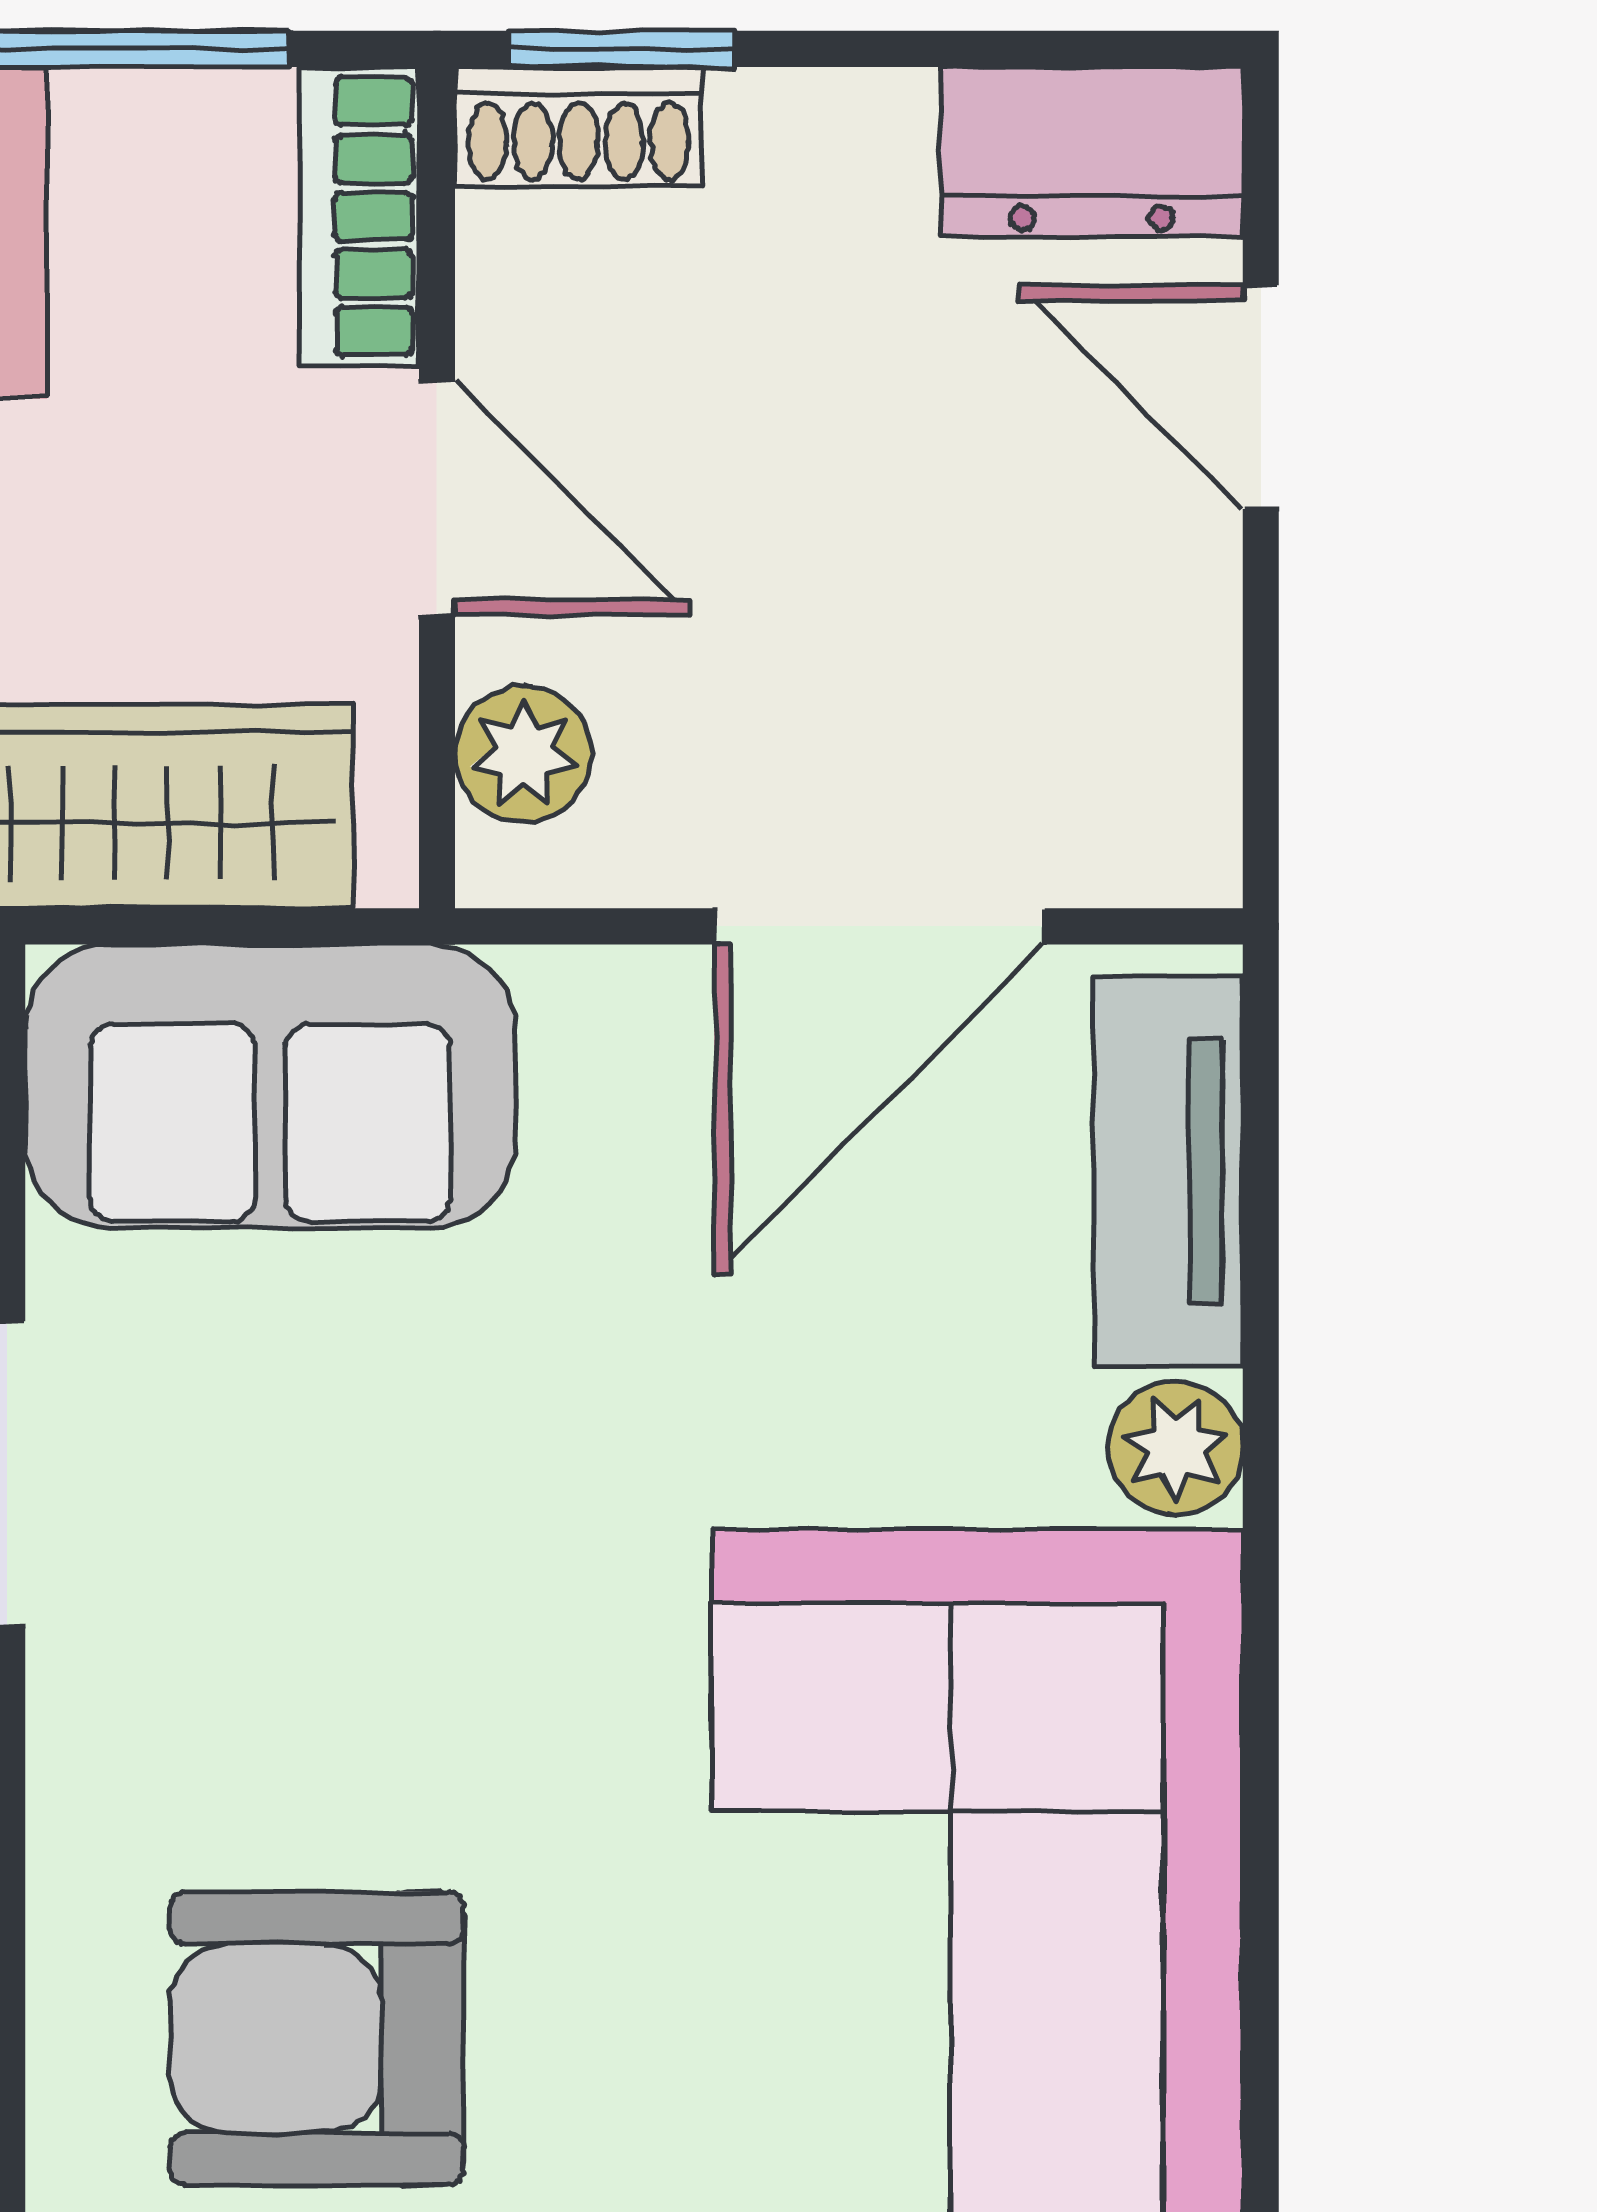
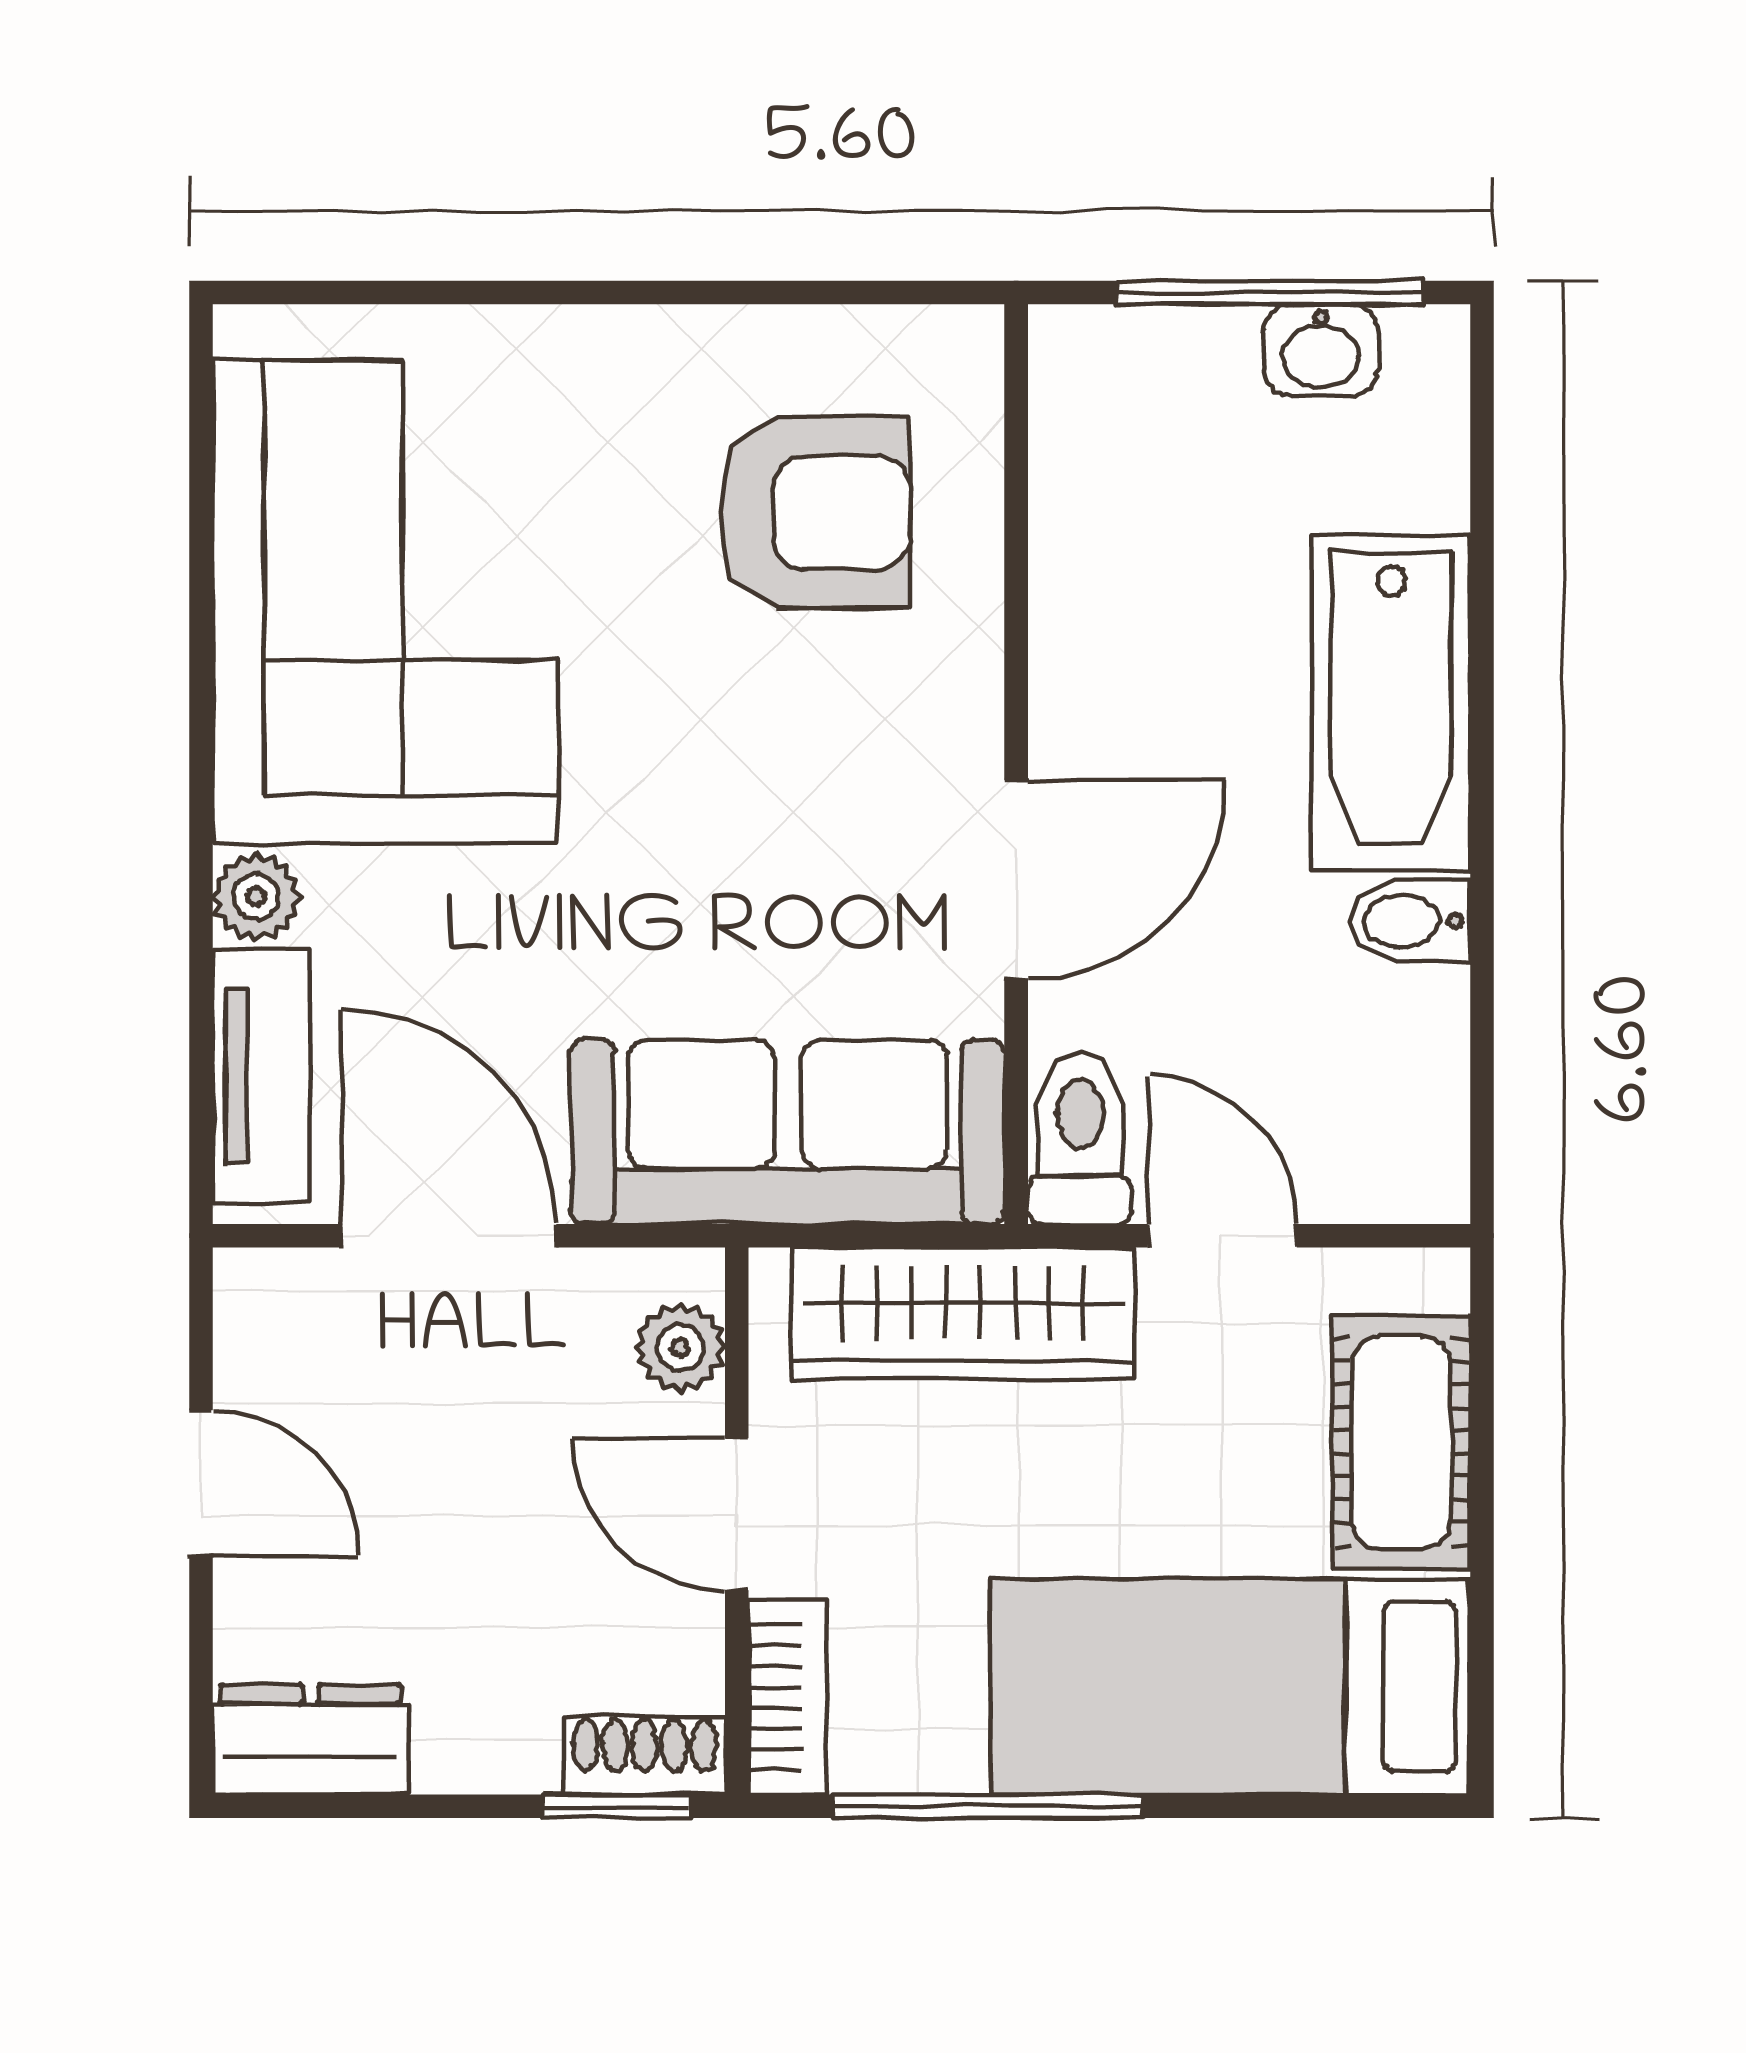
door: (1261, 397) -> (201, 1483), moved
door: (880, 926) -> (449, 1236), hinge flipped
sofa: (270, 1086) -> (788, 1132), width x1.36

